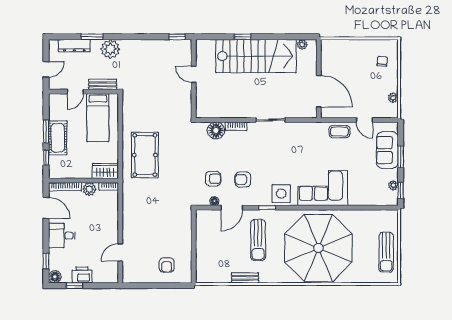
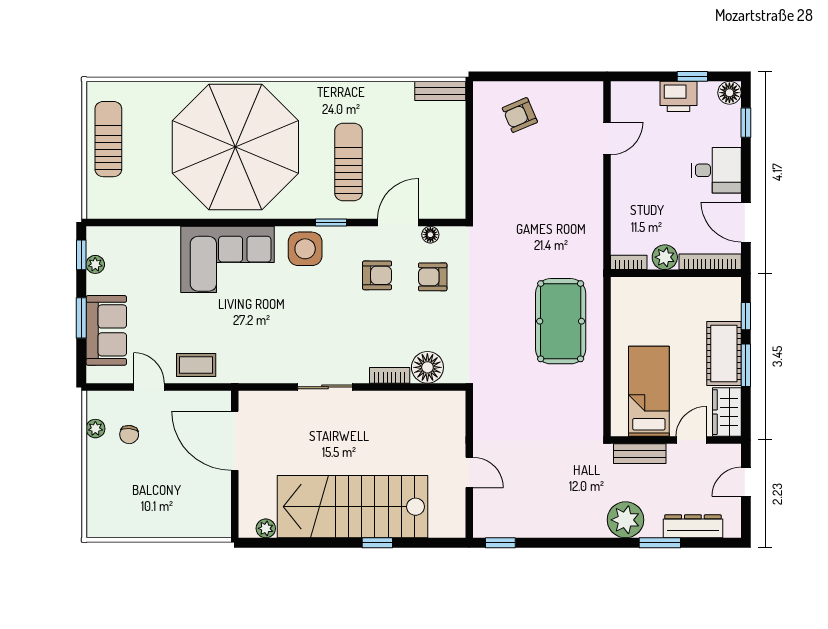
chair: (382, 61) -> (129, 435), moved
wardrobe: (105, 171) -> (727, 412), moved, turned 90
armchair: (167, 265) -> (520, 115), turned -113
bench: (245, 278) -> (440, 91), moved

